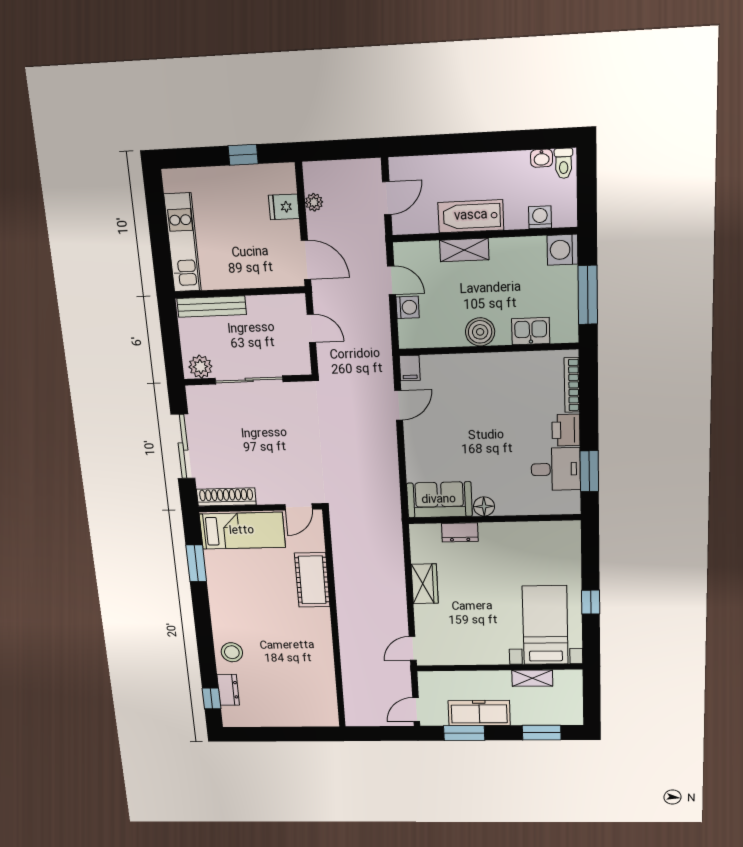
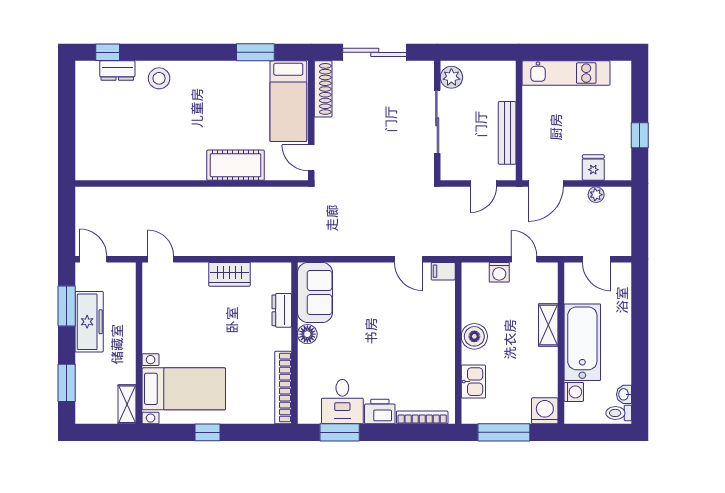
bathtub: (471, 216) -> (582, 342), width x1.36, depth x1.36
door: (392, 280) -> (524, 259), swing flipped
bench: (212, 307) -> (507, 133), moved
bookcase: (542, 529) -> (283, 388), added
shelving: (532, 678) -> (127, 404), moved

